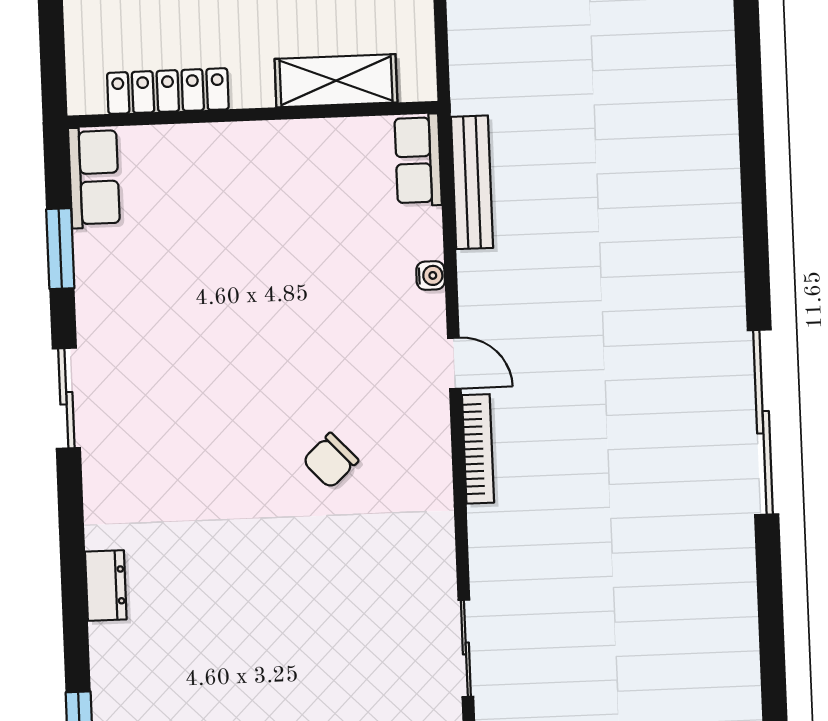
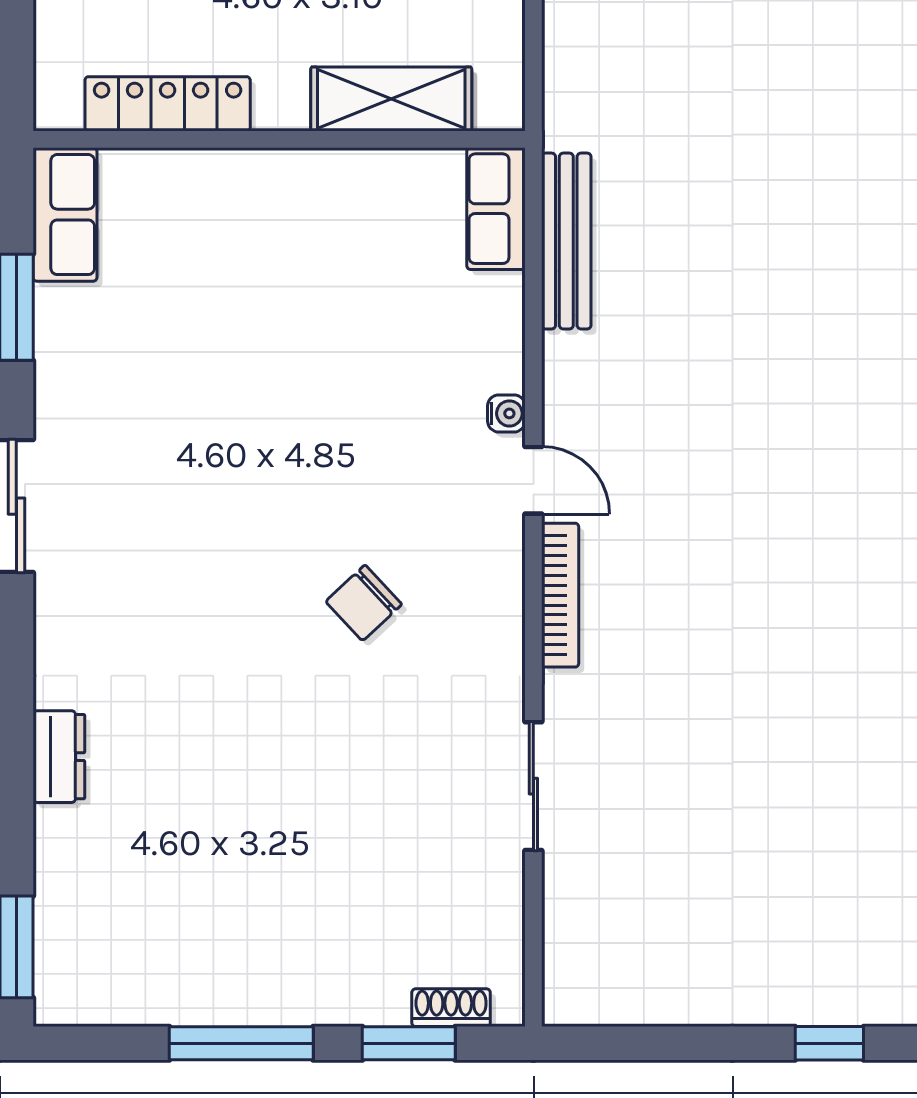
water cooler: (431, 276) -> (506, 413), moved
sliding door: (466, 648) -> (533, 786), moved

